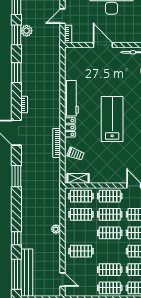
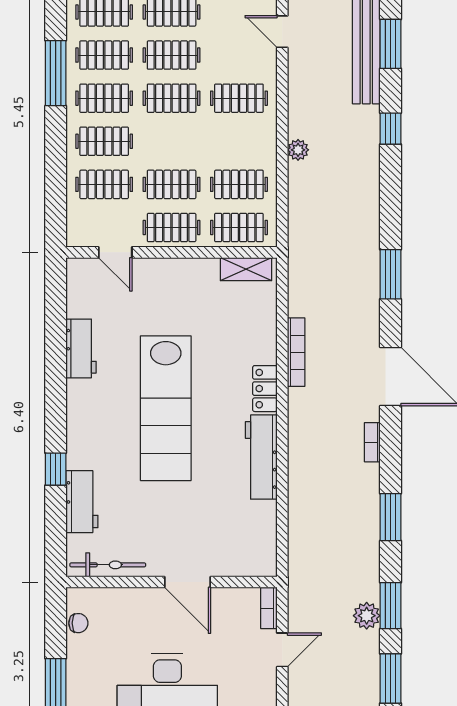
lab bench: (112, 119) -> (166, 408), width x1.36
trolley: (76, 154) -> (252, 327), removed
clothes rail: (110, 233) -> (172, 98), moved
window: (16, 274) -> (390, 44), width x0.69

